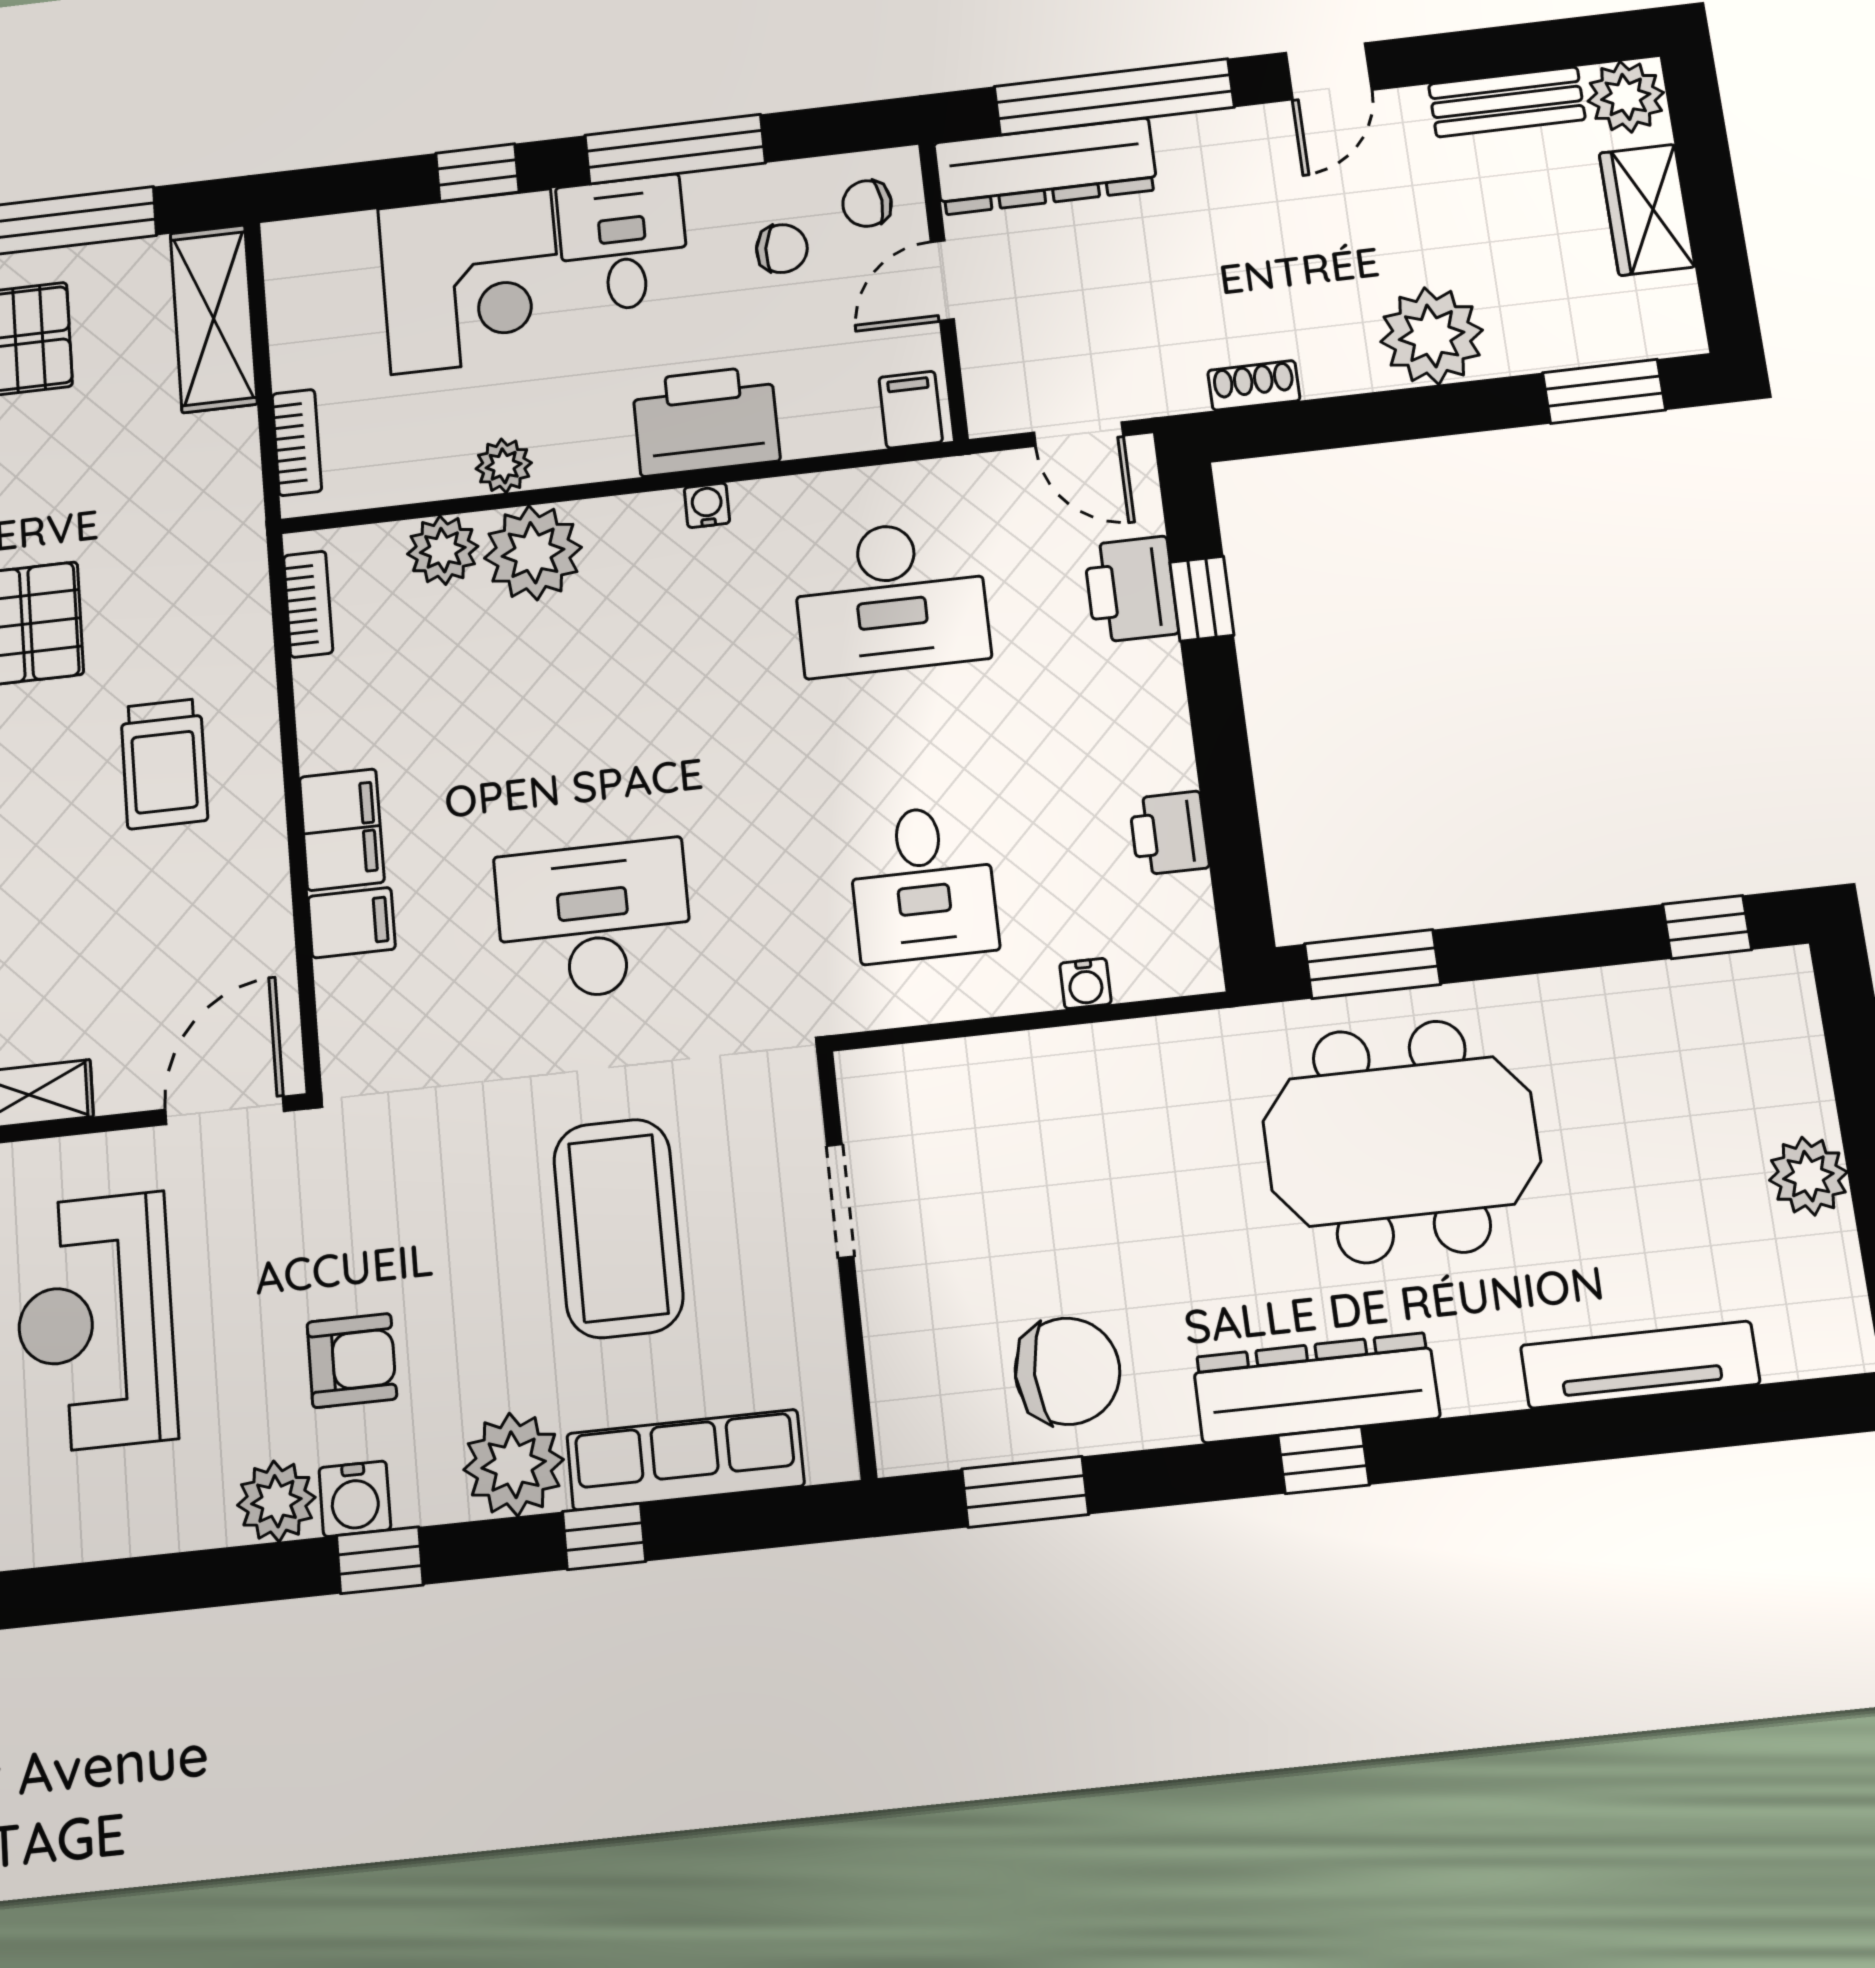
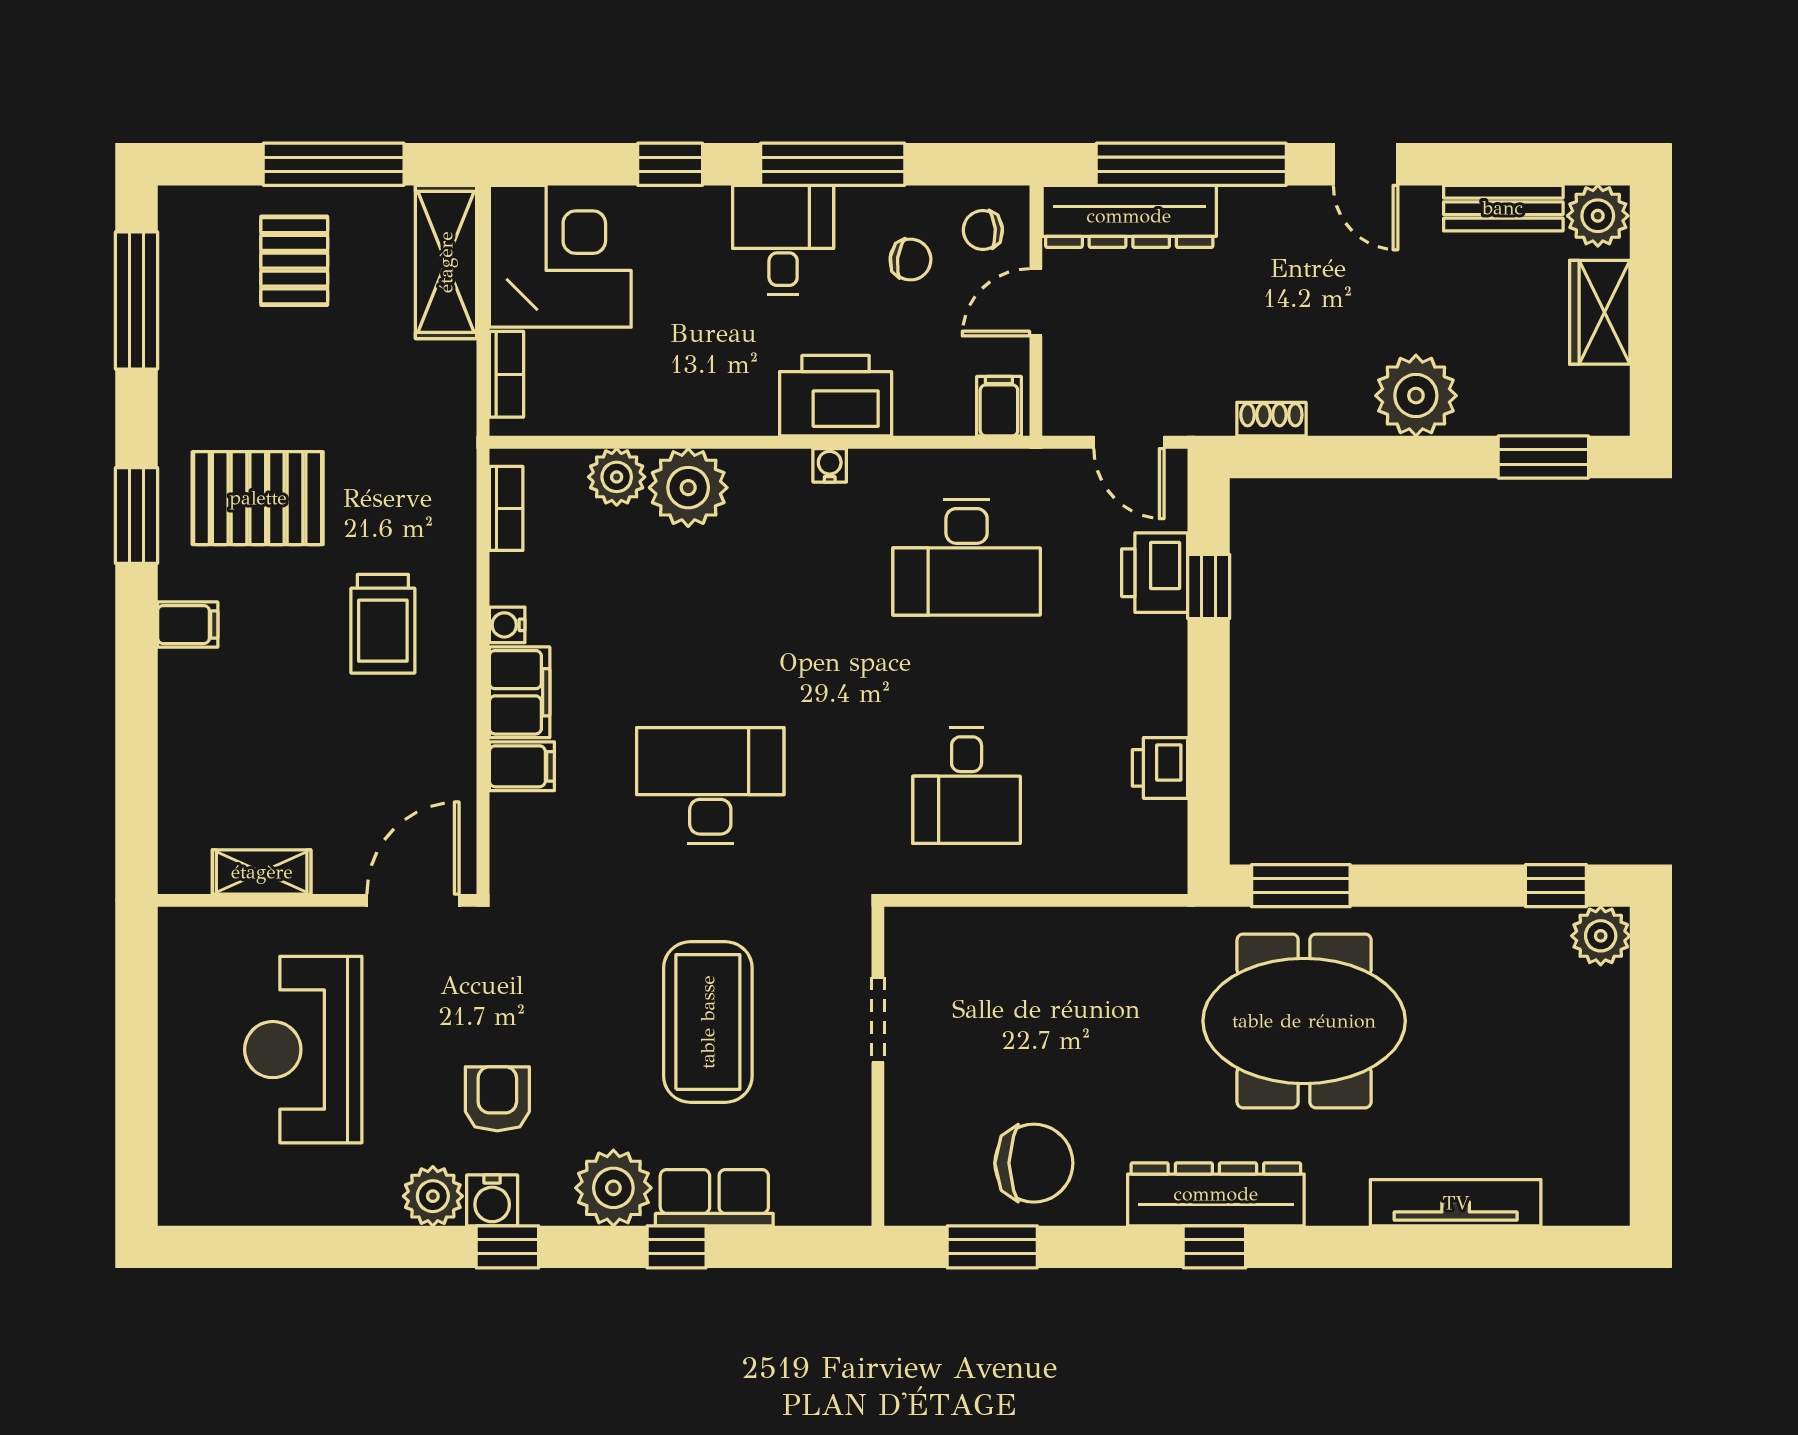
door: (1329, 71) -> (1366, 164), hinge flipped
corner desk: (471, 281) -> (560, 256), moved, turned -90
plant: (504, 466) -> (671, 413), removed
water cooler: (1085, 984) -> (507, 625), moved, turned 90
plant: (1808, 1176) -> (1601, 936), moved
armchair: (352, 1360) -> (497, 1099), turned -90
row of seats: (685, 1460) -> (714, 1198), width x0.68

